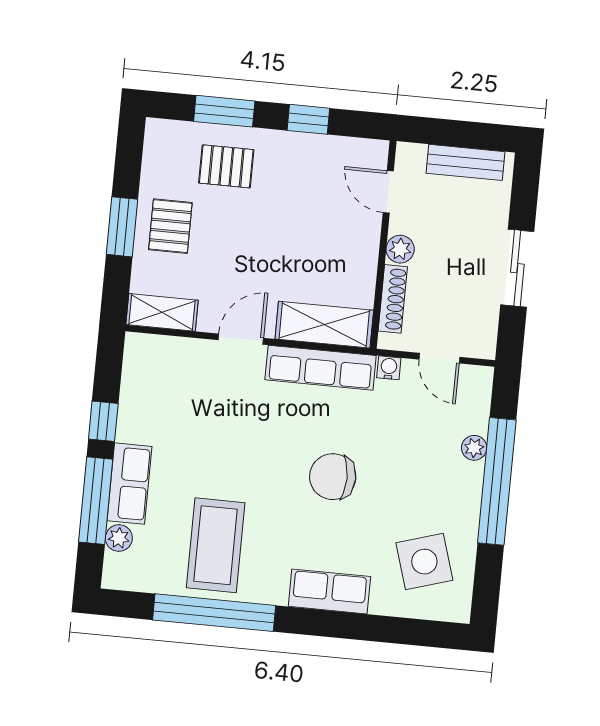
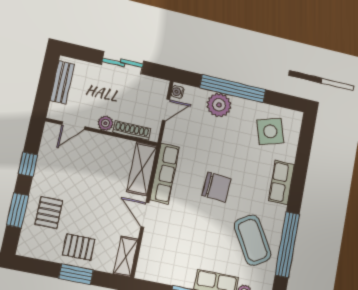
water cooler: (389, 368) -> (177, 92), moved
plant: (474, 448) -> (219, 105), width x1.88, depth x1.88
chair: (333, 477) -> (217, 187), moved, turned -86
coffee table: (216, 545) -> (253, 240), turned 59

